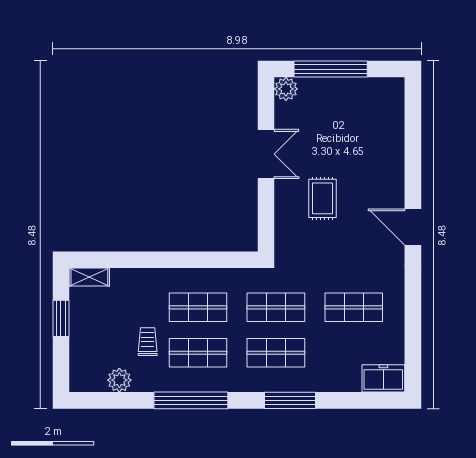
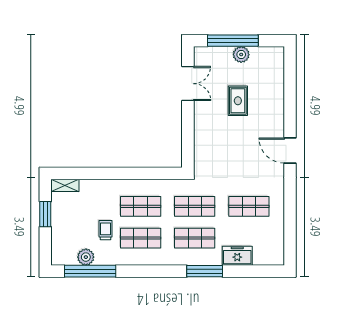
plant: (286, 89) -> (241, 55), moved
double door: (266, 154) -> (188, 84), moved
rug: (322, 198) -> (238, 101), moved
freezer: (383, 378) -> (237, 256), moved
window: (191, 400) -> (90, 271), moved

